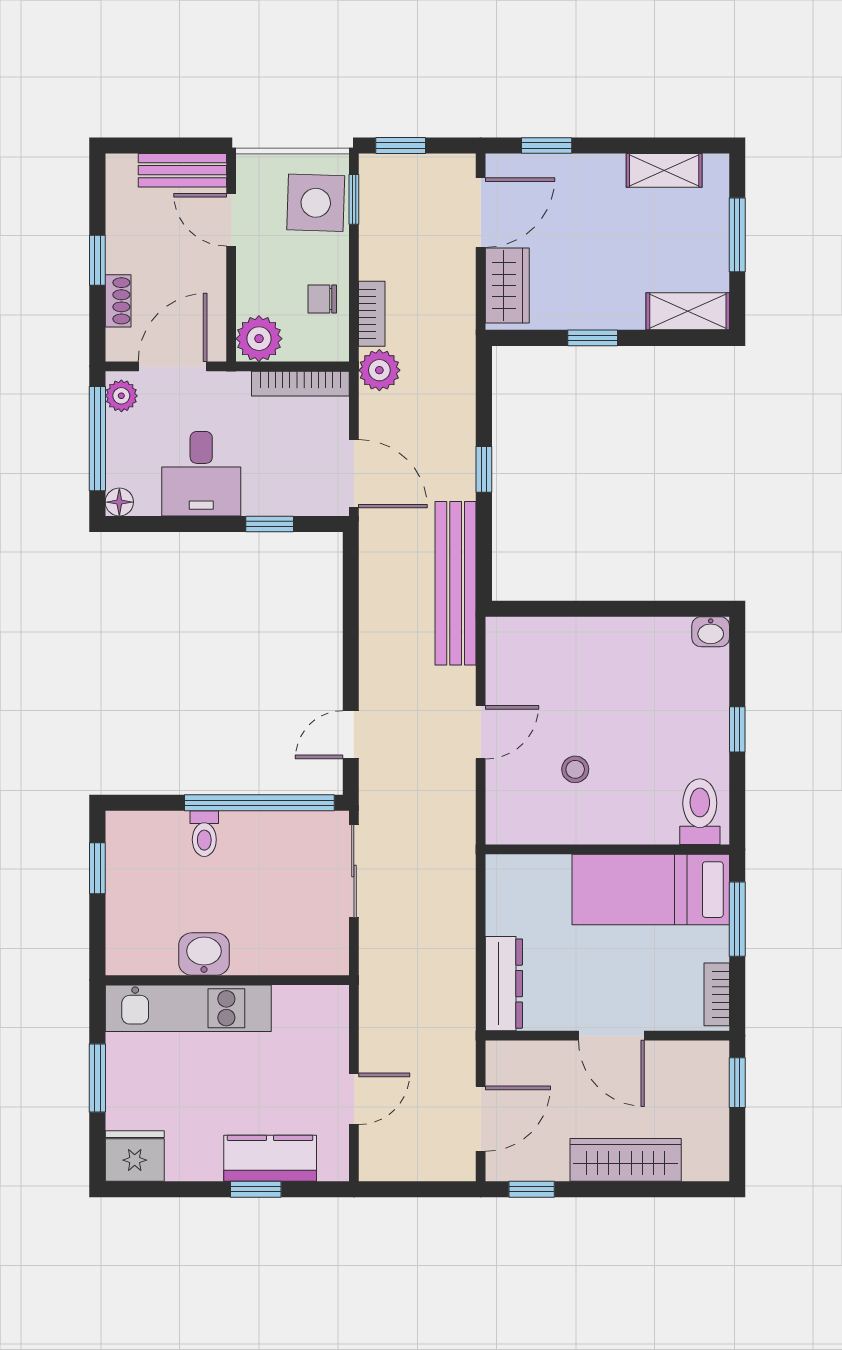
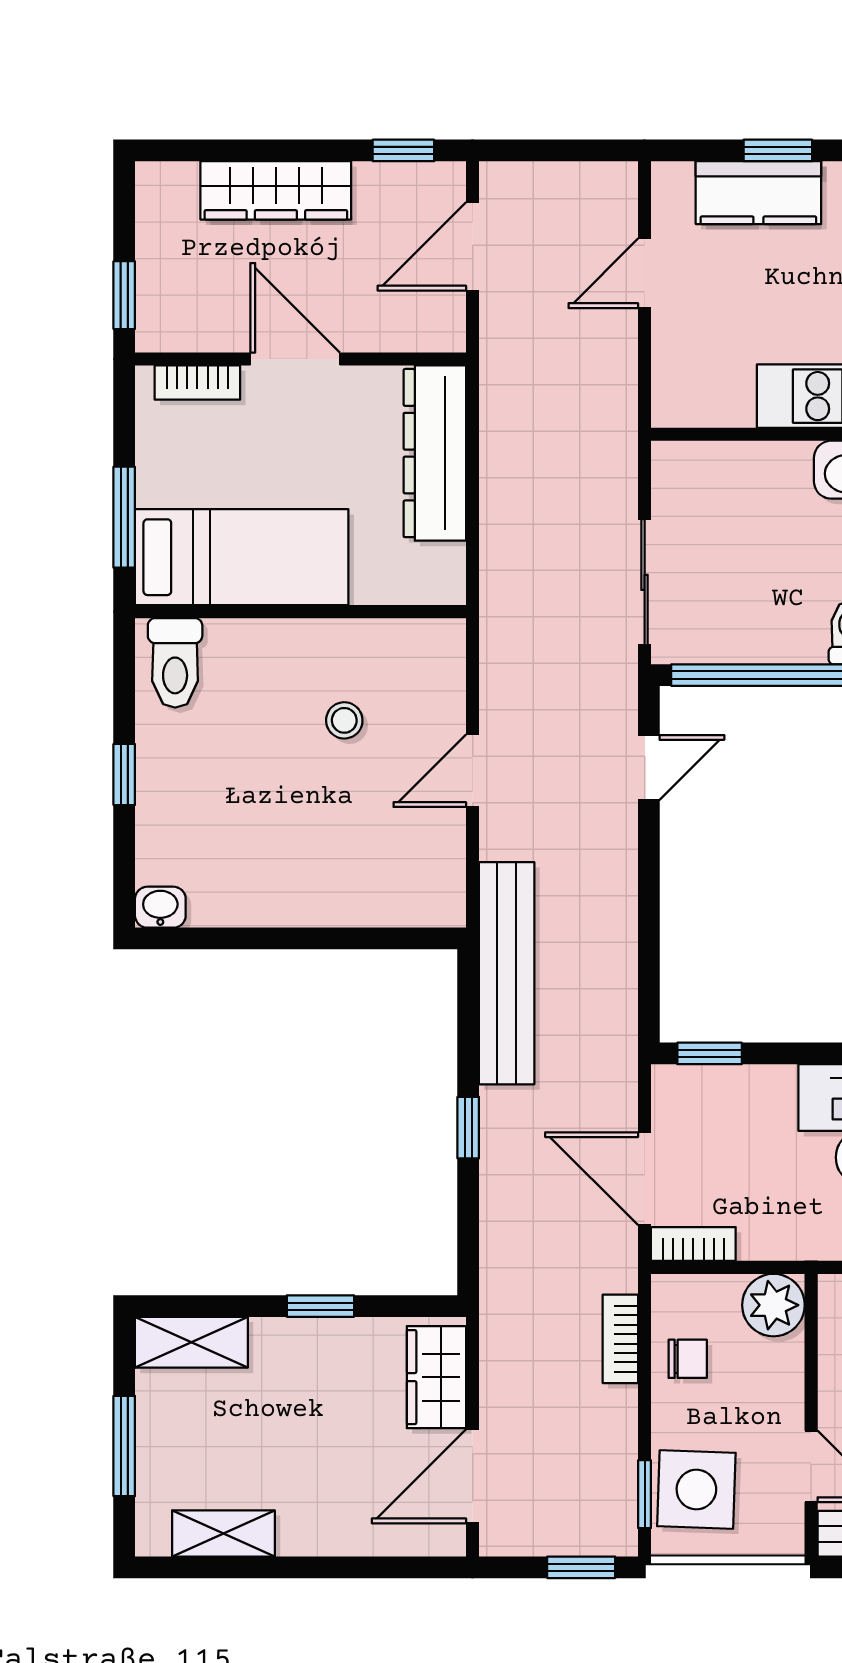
window: (547, 145) -> (383, 1567), removed
plant: (379, 370) -> (610, 1262), removed
bookcase: (300, 384) -> (693, 1244), width x0.64
door: (354, 474) -> (645, 1179), moved
window: (270, 524) -> (710, 1053), moved
dresser: (504, 984) -> (435, 453), width x1.37, depth x1.24
bookcase: (717, 994) -> (197, 383), moved, turned 90

